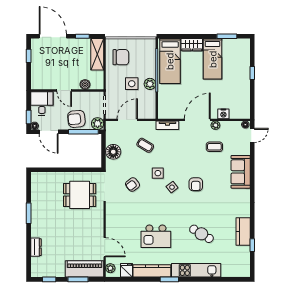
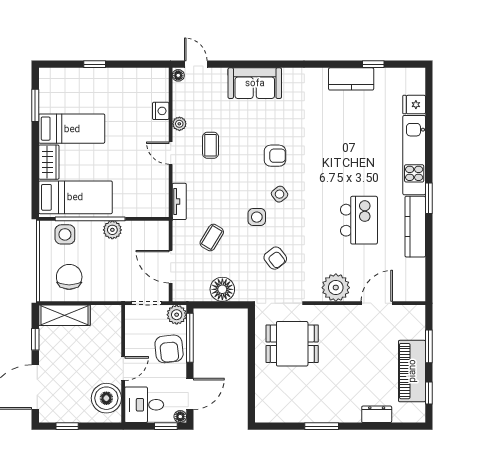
boiler: (85, 84) -> (106, 398), moved, width x1.86, depth x1.86
side table: (132, 84) -> (65, 234), moved
door: (197, 120) -> (171, 153), width x0.53
coffee table: (214, 147) -> (211, 145), moved
dining table: (80, 195) -> (292, 344), turned 90
cafe table: (201, 234) -> (355, 146), removed
plant: (110, 268) -> (336, 288), moved, width x1.88, depth x1.88
piano: (84, 269) -> (412, 371), moved
fridge: (126, 270) -> (414, 105), moved

